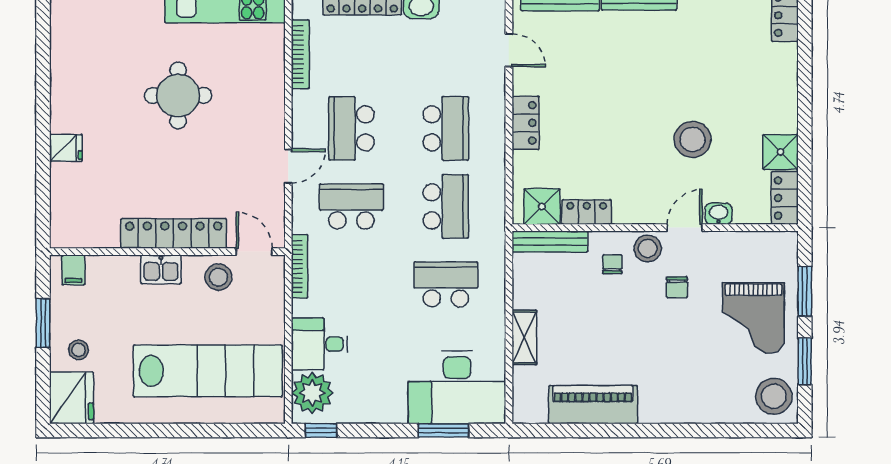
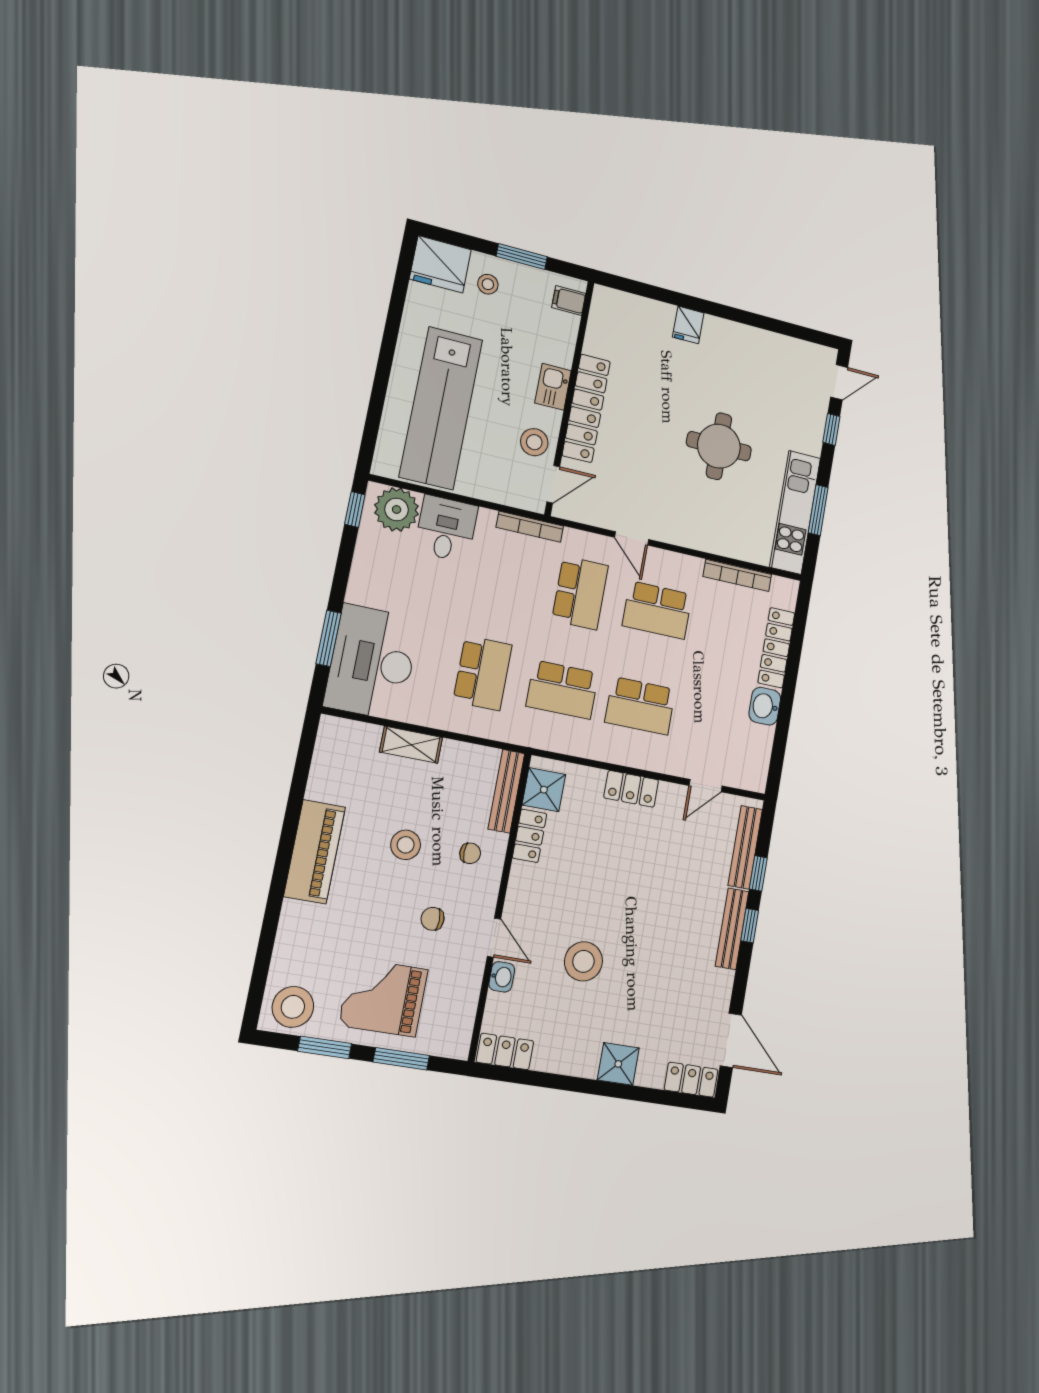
school desk: (351, 128) -> (657, 610), turned 180
shower: (781, 152) -> (618, 1064), moved
stool: (648, 248) -> (406, 845), moved
piano: (593, 405) -> (315, 852), moved

